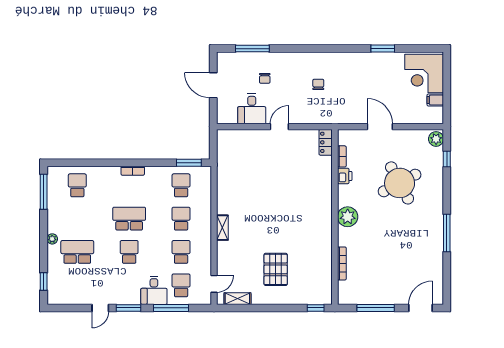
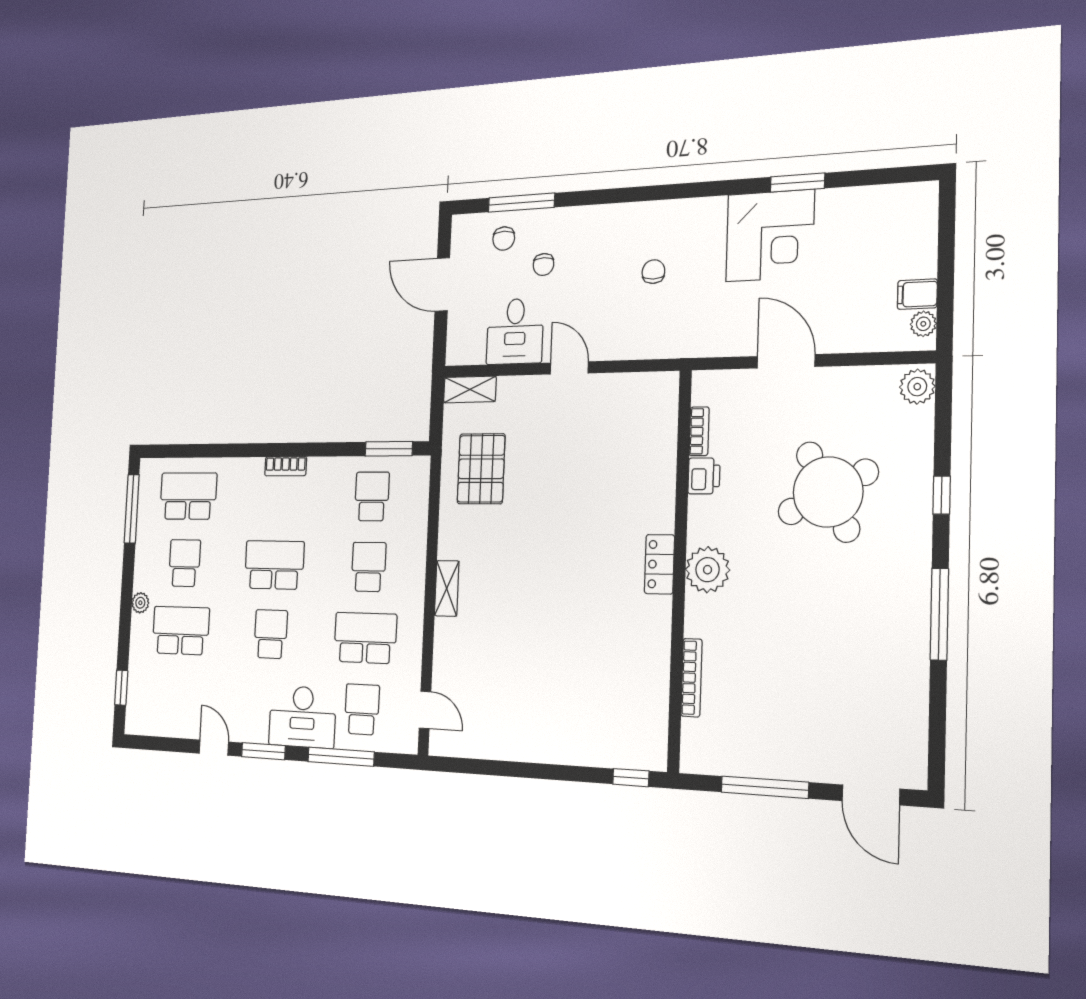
chair: (244, 65) -> (504, 239), added
corner desk: (424, 73) -> (770, 236), moved, turned -90
plant: (438, 113) -> (923, 324), added
door: (279, 127) -> (569, 368), hinge flipped
locker: (326, 142) -> (659, 564), moved
window: (447, 159) -> (942, 495), moved
school desk: (77, 185) -> (188, 496), width x1.85
school desk: (77, 219) -> (184, 563), added
school desk: (181, 252) -> (365, 638), width x1.85
pallet: (276, 269) -> (481, 469), moved
door: (214, 284) -> (425, 710), hinge flipped
desk: (154, 290) -> (302, 717), width x1.37
shelving: (237, 299) -> (470, 389), moved
door: (100, 308) -> (214, 748), swing flipped
door: (420, 308) -> (871, 795), swing flipped

